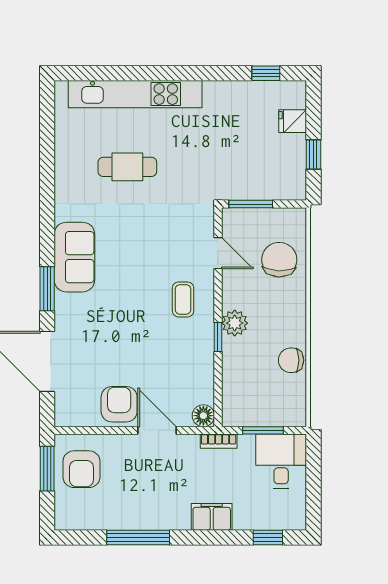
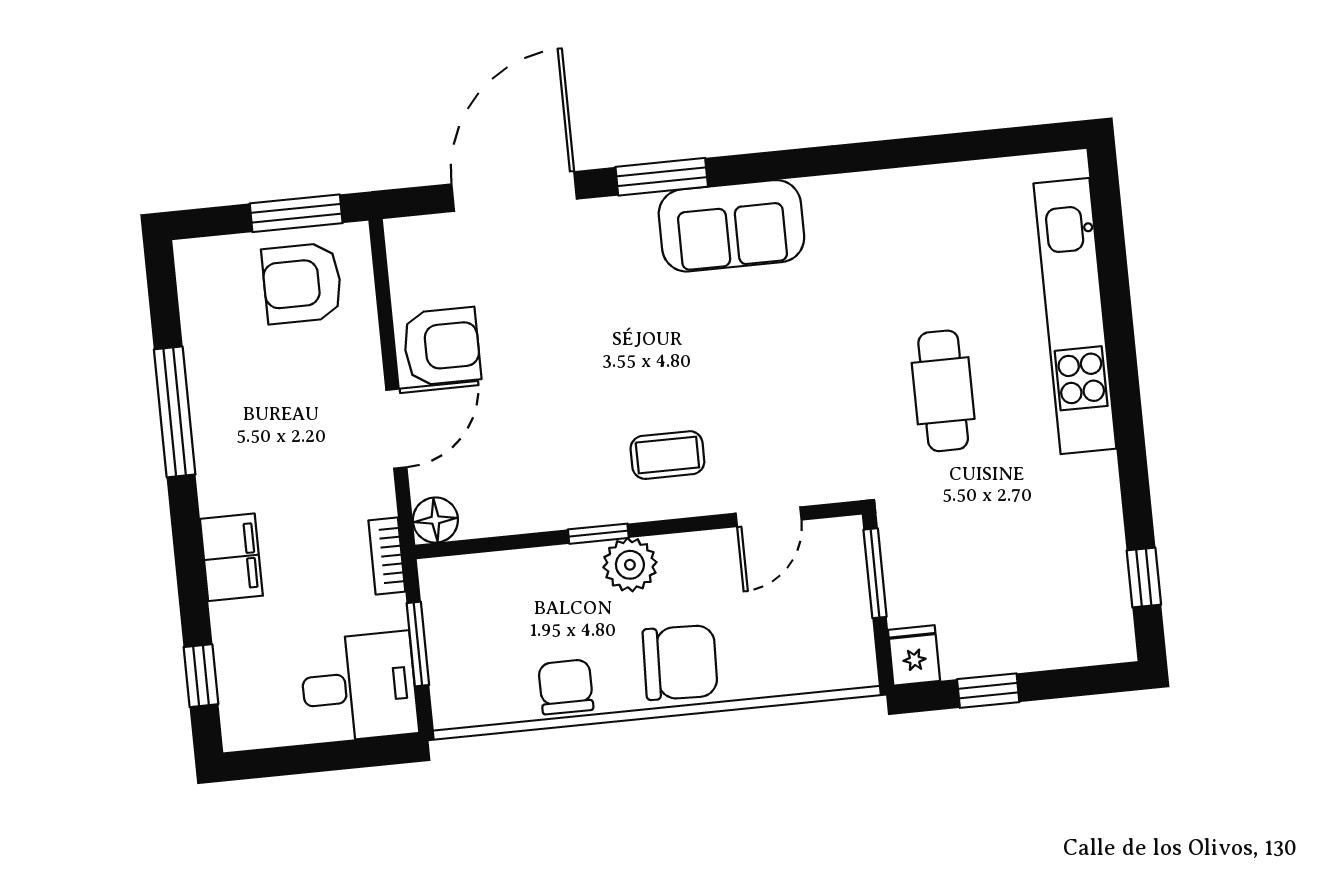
fridge: (293, 121) -> (914, 655), moved
cafe table: (127, 167) -> (943, 391), moved
chair: (279, 260) -> (680, 663), moved

